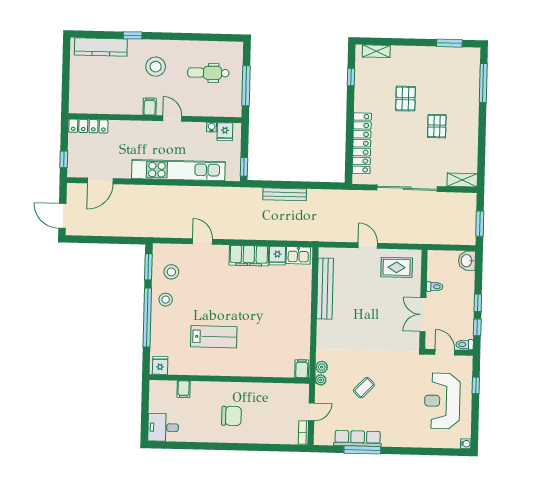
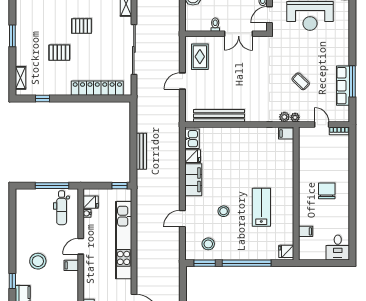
window: (449, 43) -> (12, 36), moved
dental chair: (208, 73) -> (62, 208), moved
stool: (166, 300) -> (224, 211), moved

